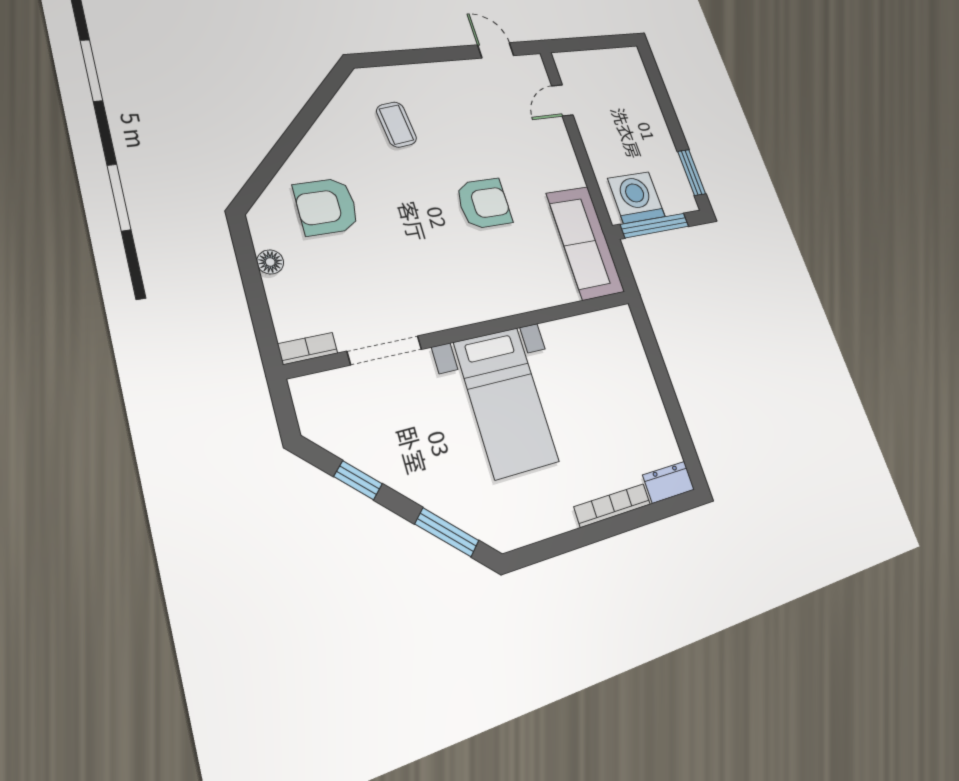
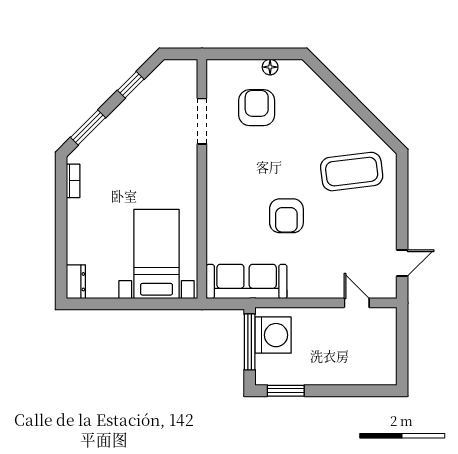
coffee table: (396, 125) -> (352, 172), width x1.86, depth x1.72
armchair: (326, 207) -> (257, 108), moved
bookcase: (308, 349) -> (213, 76), removed
bed with nightstands: (506, 402) -> (156, 254), moved, turned 90
bookcase: (612, 506) -> (73, 181), moved, width x0.64

